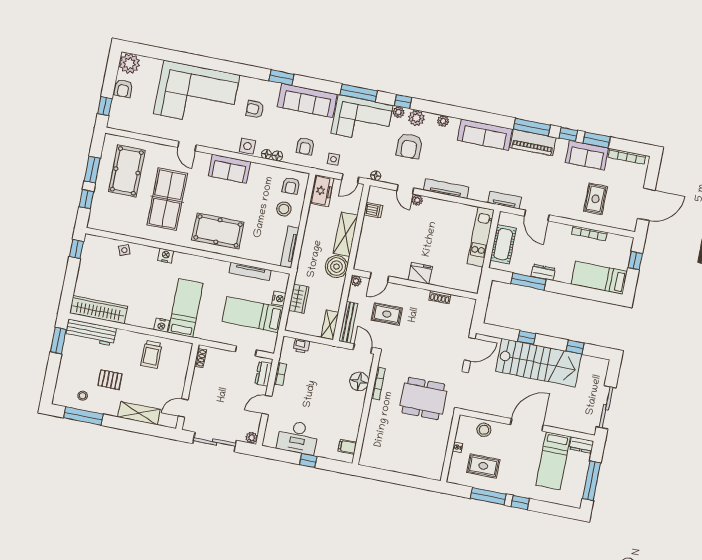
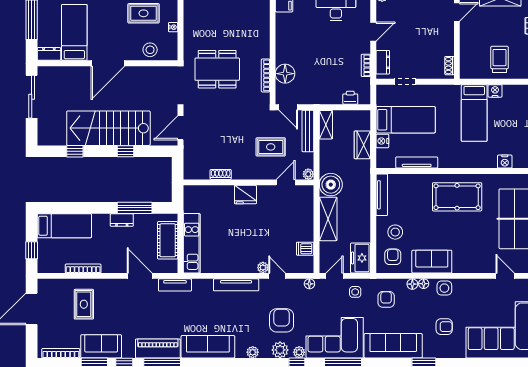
sofa: (229, 169) -> (432, 262), moved

